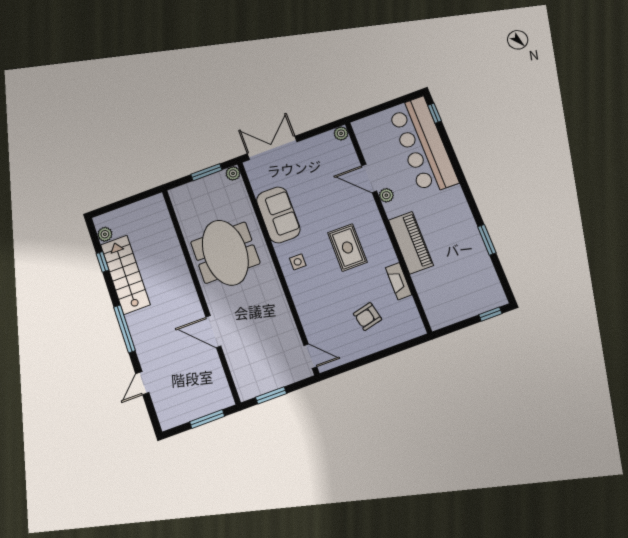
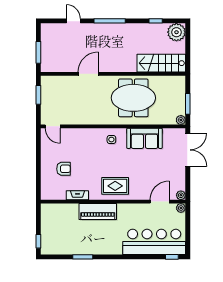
door: (369, 178) -> (160, 202), moved
plant: (386, 195) -> (181, 208), moved
plant: (105, 234) -> (176, 32), width x1.87, depth x1.87
rug: (347, 247) -> (115, 186), moved
stairs: (125, 275) -> (161, 63), moved, turned 180
armchair: (367, 317) -> (63, 169), turned 103
door: (310, 356) -> (53, 126), hinge flipped

